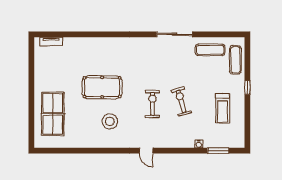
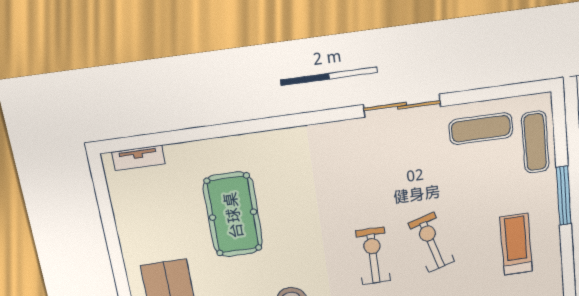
pool table: (102, 87) -> (233, 215), moved, turned 90
window: (247, 88) -> (564, 196), width x2.17
treadmill: (223, 108) -> (516, 244), turned 180

